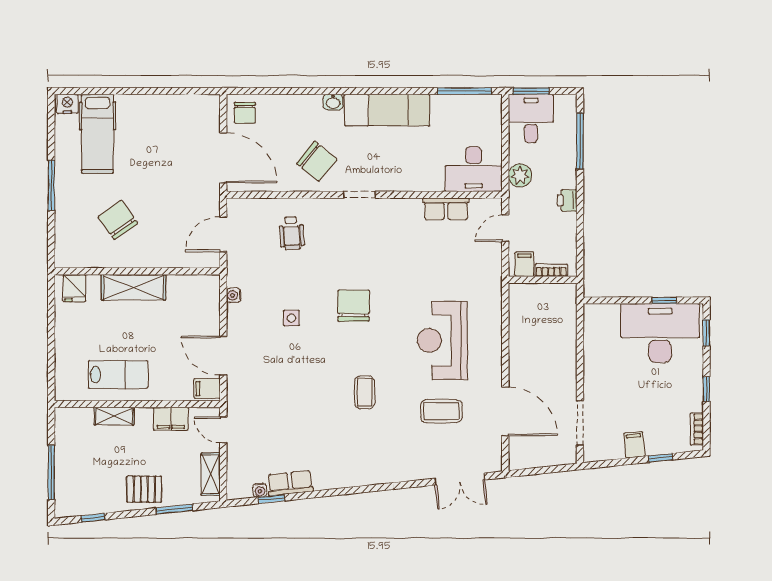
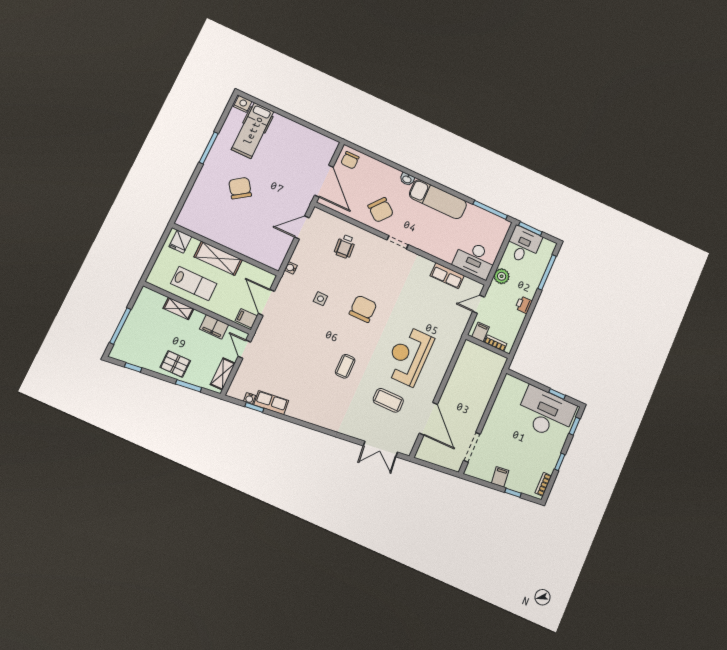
wall: (137, 271) -> (225, 249), moved
shelving: (134, 287) -> (218, 258), moved
fridge: (74, 288) -> (180, 242), moved

